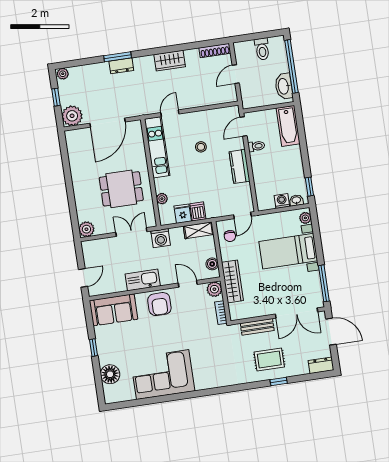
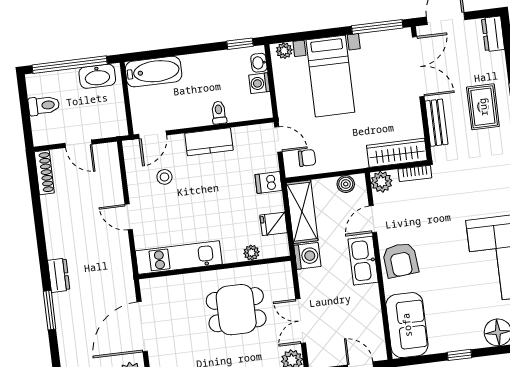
wardrobe: (170, 61) -> (57, 236), removed
dresser: (121, 66) -> (59, 275), moved
door: (170, 113) -> (129, 217), moved
door: (108, 123) -> (142, 327), swing flipped
door: (244, 126) -> (153, 135), hinge flipped
toilet: (256, 146) -> (219, 113), moved
stool: (201, 147) -> (164, 177), moved
dining table: (121, 189) -> (236, 310), turned 90
dishwasher: (198, 211) -> (269, 182), moved
shelving: (199, 230) -> (302, 212), width x1.50, depth x1.33
double door: (131, 232) -> (301, 321), moved
kitchen sink: (143, 280) -> (363, 261), moved
wardrobe: (232, 281) -> (397, 153), moved
armchair: (159, 304) -> (400, 260), turned 85

